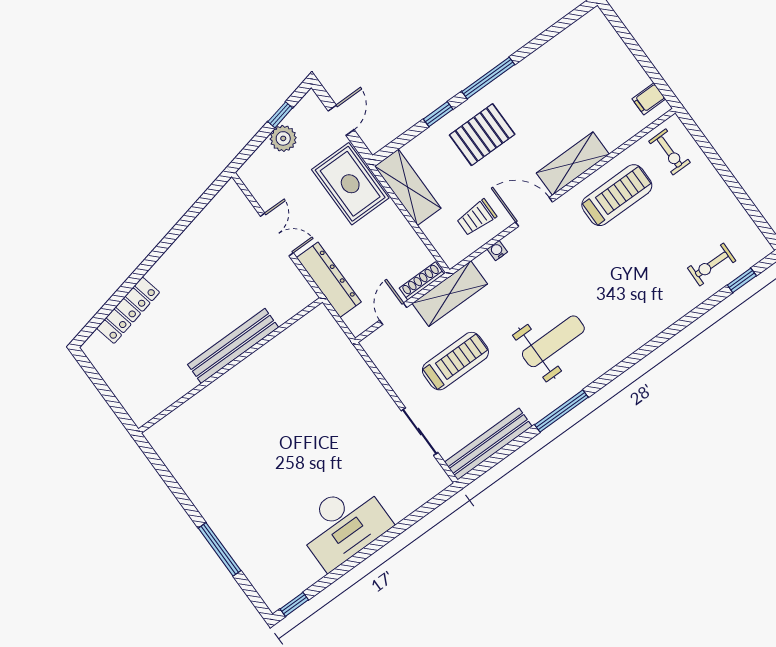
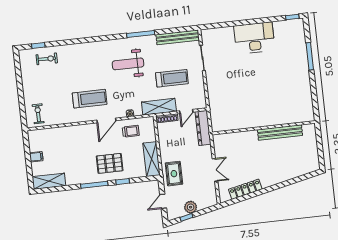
filing cabinet: (649, 99) -> (36, 157), moved
shelving: (573, 164) -> (49, 181), moved
rug: (350, 184) -> (174, 174), width x0.73, depth x0.70
treadmill: (617, 195) -> (90, 99), moved, turned 180
door: (534, 212) -> (106, 120), hinge flipped
double door: (277, 234) -> (215, 170), swing flipped
dresser: (329, 280) -> (203, 128), moved
locker: (128, 310) -> (245, 189), moved
bench: (233, 346) -> (280, 133), moved
treadmill: (455, 361) -> (172, 78), turned 180

